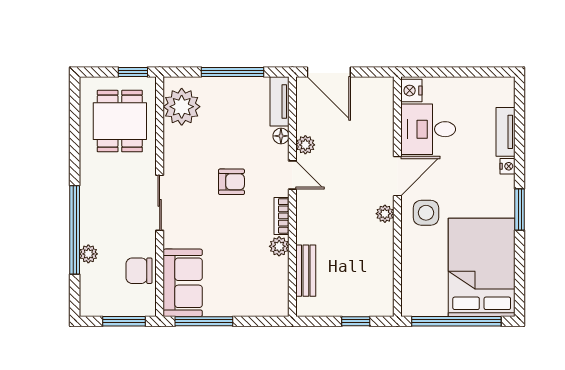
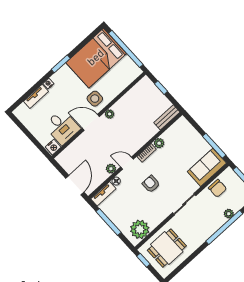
door: (292, 175) -> (127, 163), hinge flipped
bench: (306, 271) -> (167, 117), moved

